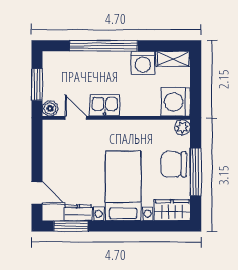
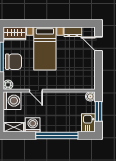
kitchen sink: (105, 105) -> (88, 123), moved, turned 90
door: (76, 118) -> (36, 91), moved
window: (71, 226) -> (77, 23), removed

